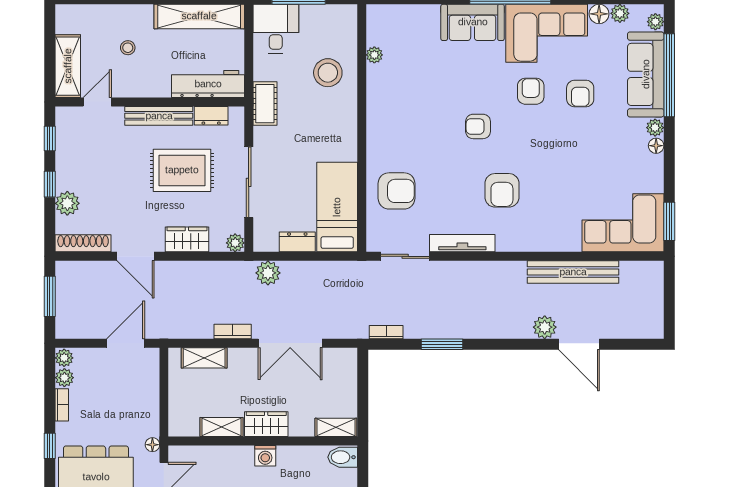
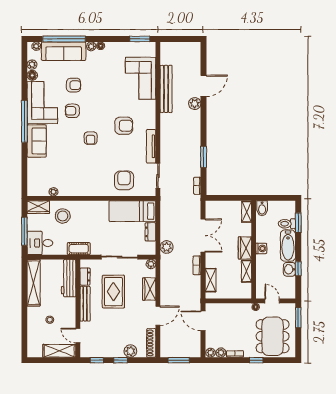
wardrobe: (345, 26) -> (38, 207), added
corner sofa: (623, 223) -> (141, 78), moved

